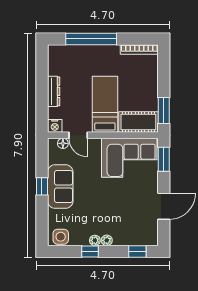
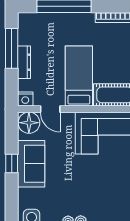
window: (42, 78) -> (12, 48), added
floor lamp: (63, 143) -> (29, 123), width x1.89, depth x1.89

